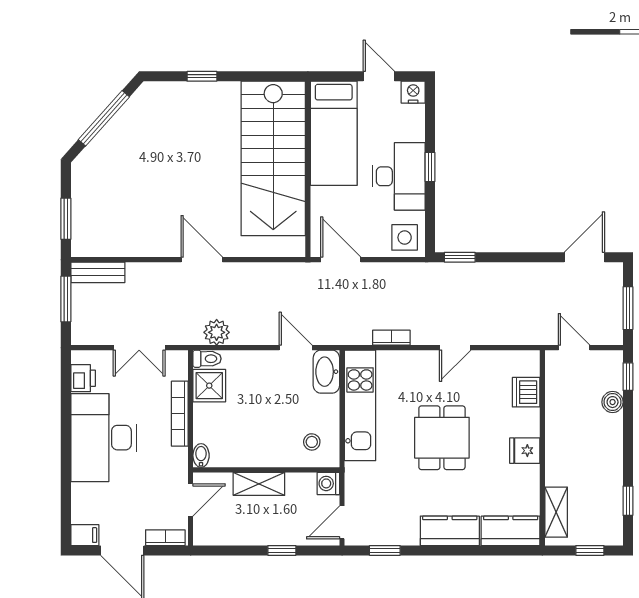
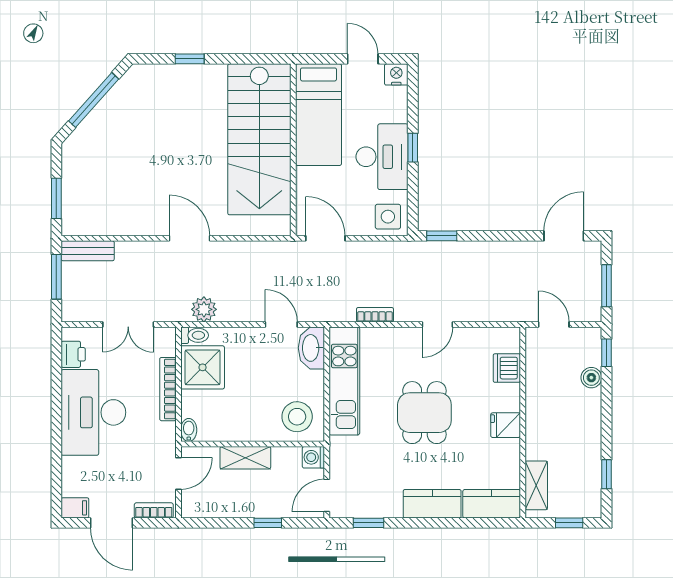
shower: (209, 386) -> (203, 367), width x1.36, depth x1.36
stool: (312, 442) -> (297, 417), width x1.89, depth x1.89

